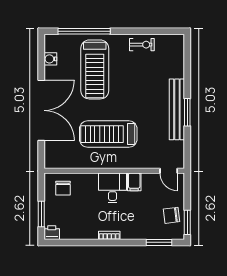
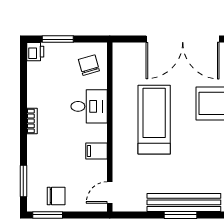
chair: (63, 188) -> (89, 65), turned 74
desk: (113, 188) -> (89, 106), moved
chair: (171, 215) -> (56, 196), turned 97

